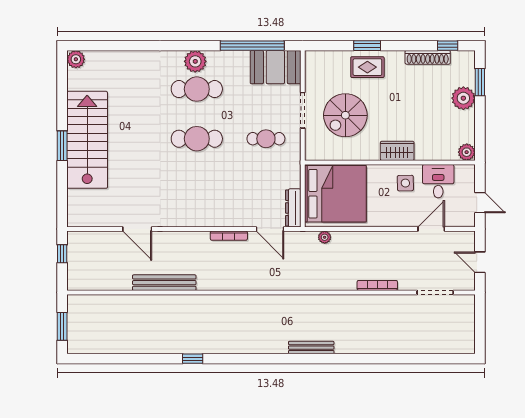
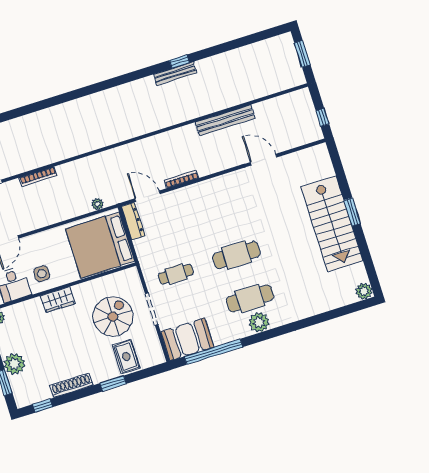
shoe rack: (428, 57) -> (71, 385), moved
rug: (367, 67) -> (126, 357), moved, turned 90
bench: (311, 348) -> (175, 74), moved

